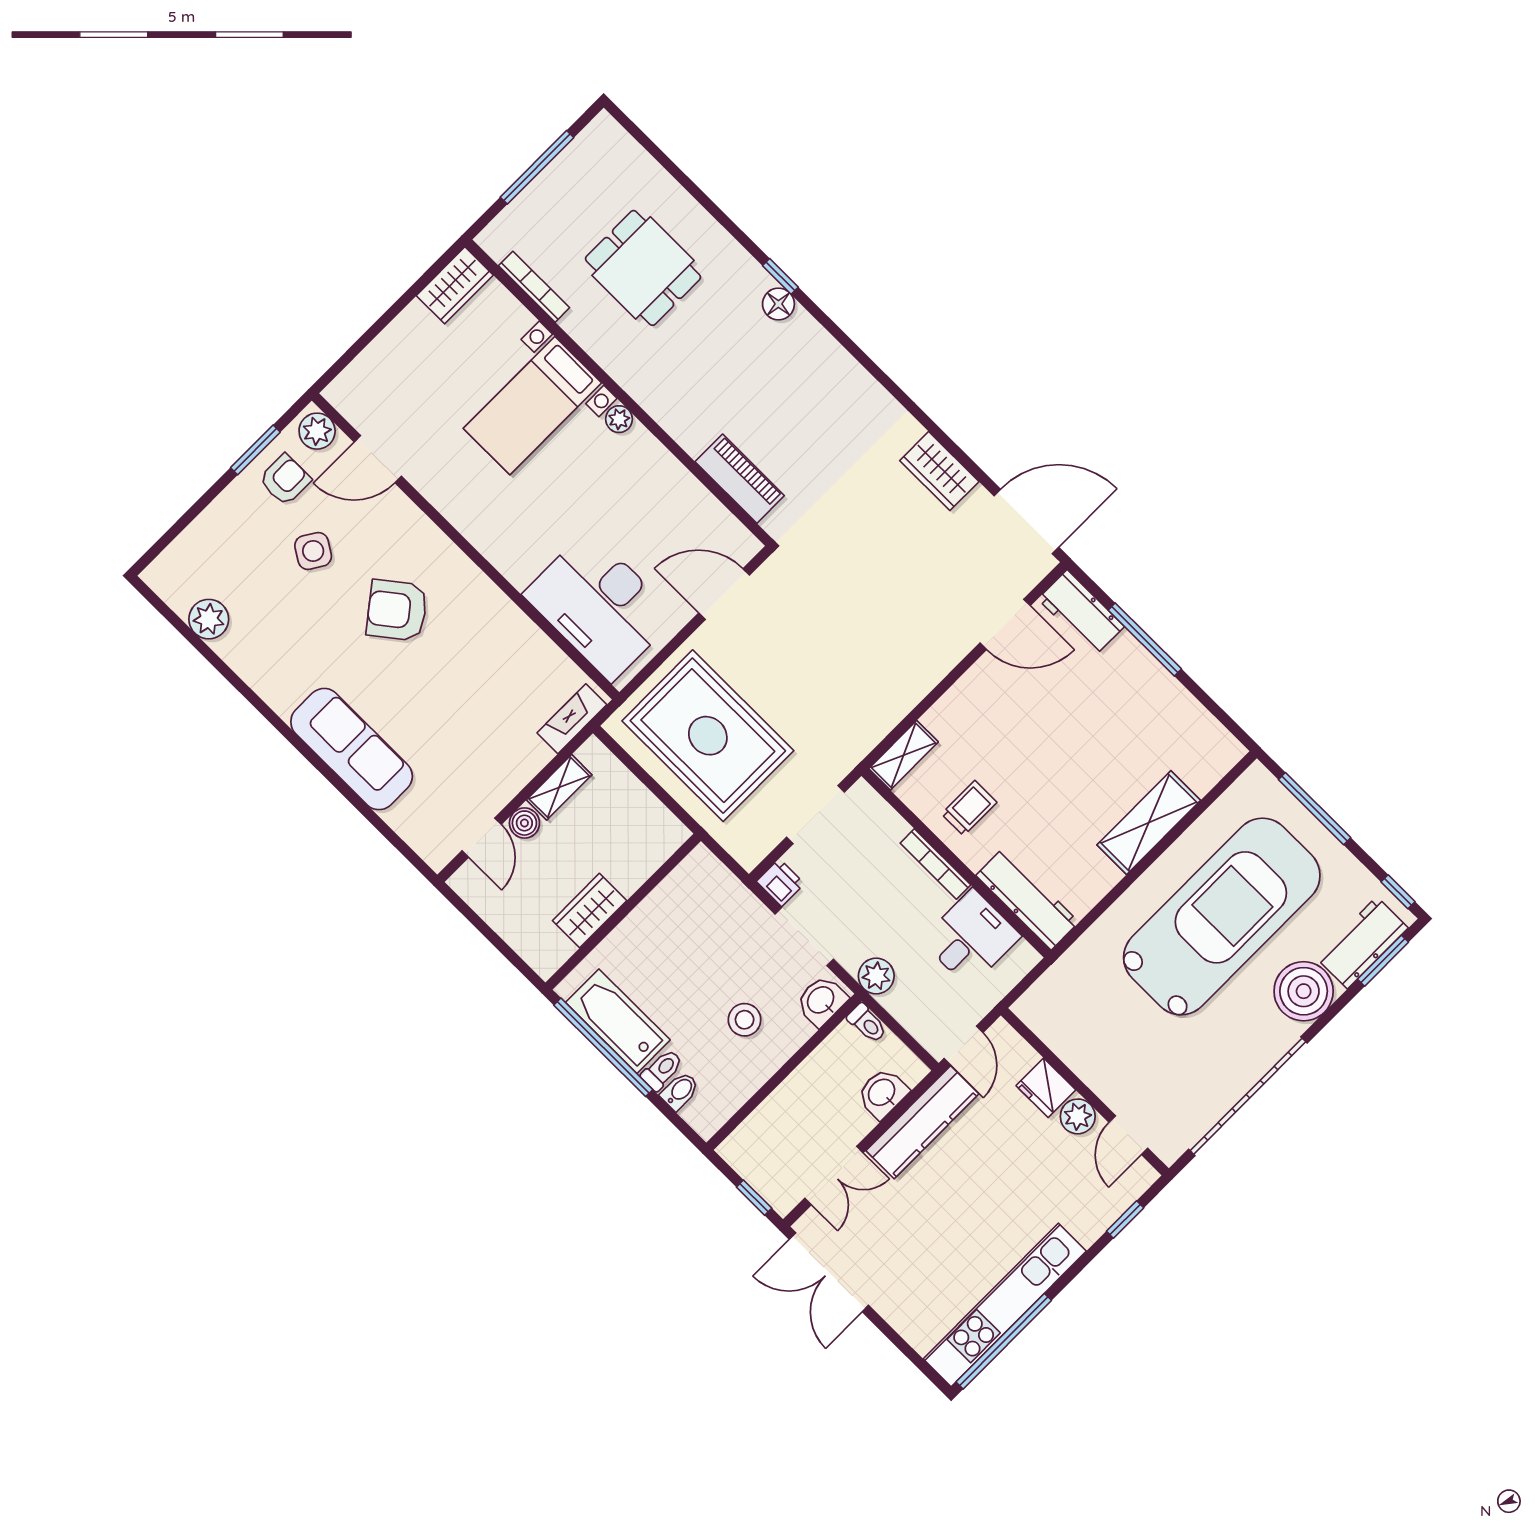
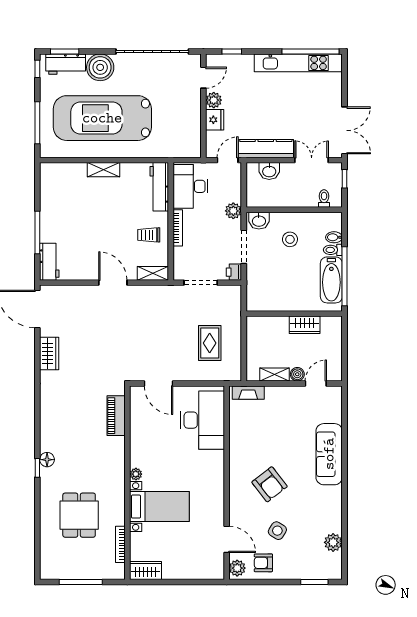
window: (255, 450) -> (314, 582), moved
door: (1005, 624) -> (113, 283), moved
rug: (708, 736) -> (210, 343), width x0.54, depth x0.49
shelving: (1149, 823) -> (104, 170), width x0.67, depth x0.75
desk: (971, 938) -> (190, 186), width x1.37
toilet: (867, 1023) -> (324, 198), moved

